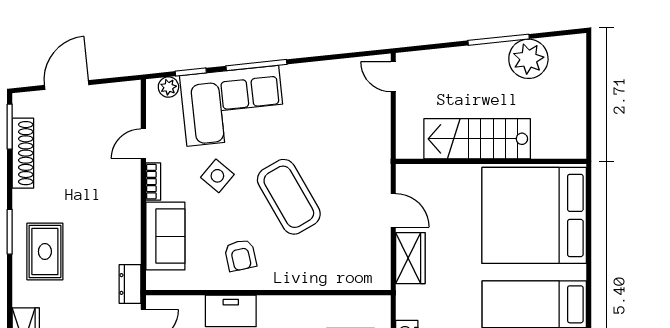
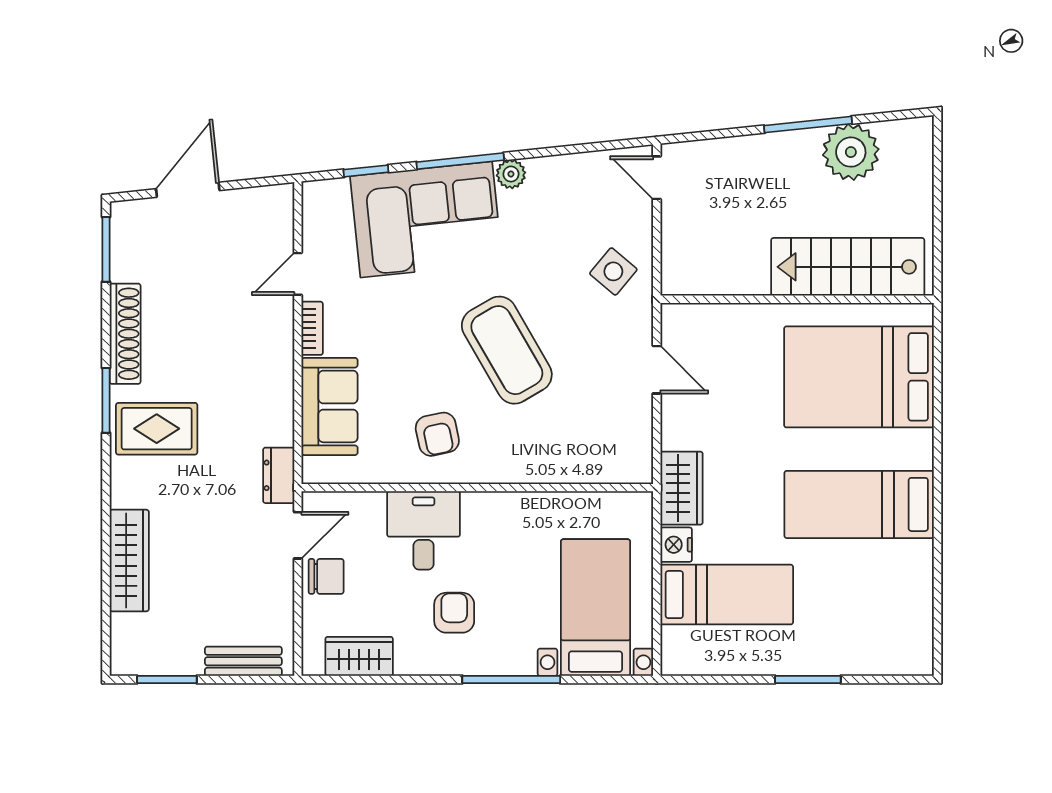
plant: (168, 87) -> (511, 174), moved
stairs: (477, 139) -> (848, 267), moved
shoe rack: (23, 153) -> (125, 334), moved
side table: (217, 176) -> (613, 271), moved
bed: (534, 215) -> (859, 377), width x0.73
rug: (45, 252) -> (157, 429), turned 90
wardrobe: (410, 258) -> (682, 488), moved

